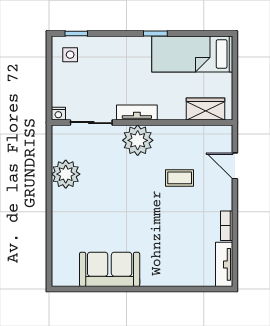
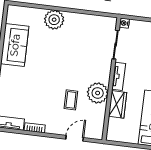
wardrobe: (206, 109) -> (118, 104), moved
plant: (138, 140) -> (98, 93), moved
plant: (66, 174) -> (54, 20), moved

